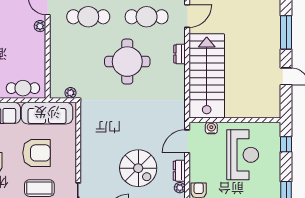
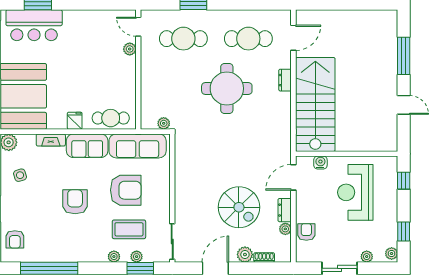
reception desk: (243, 155) -> (355, 192), turned 180

